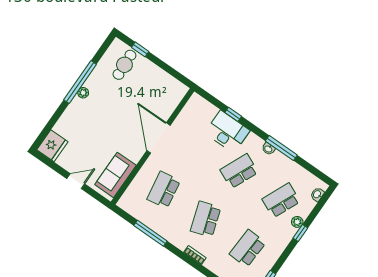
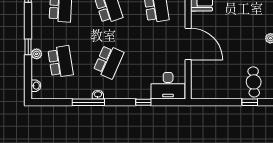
desk: (227, 132) -> (168, 86), moved
school desk: (281, 200) -> (61, 62), turned -33

